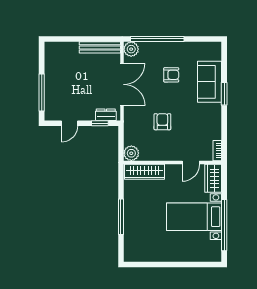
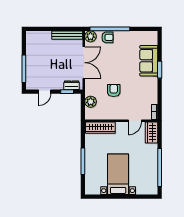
armchair: (171, 75) -> (107, 37), moved
plant: (131, 153) -> (91, 102), moved
bed with nightstands: (194, 217) -> (118, 174), moved, turned 90

